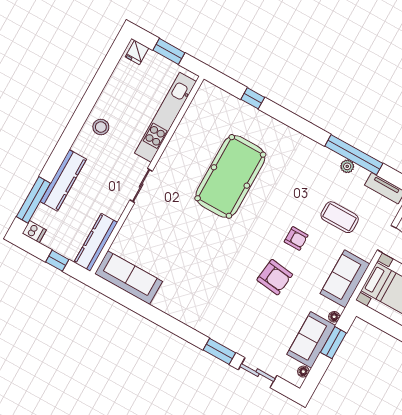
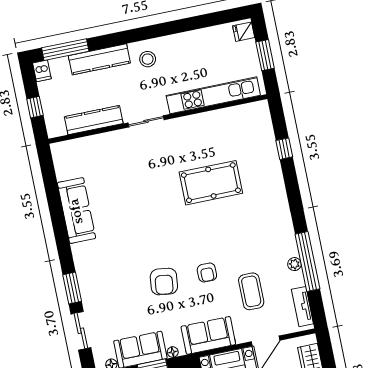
stool: (101, 127) -> (148, 59), moved
pool table: (230, 176) -> (211, 183), width x0.73, depth x0.76
kitchen counter: (96, 242) -> (94, 120), moved
sofa: (129, 278) -> (76, 211), moved

